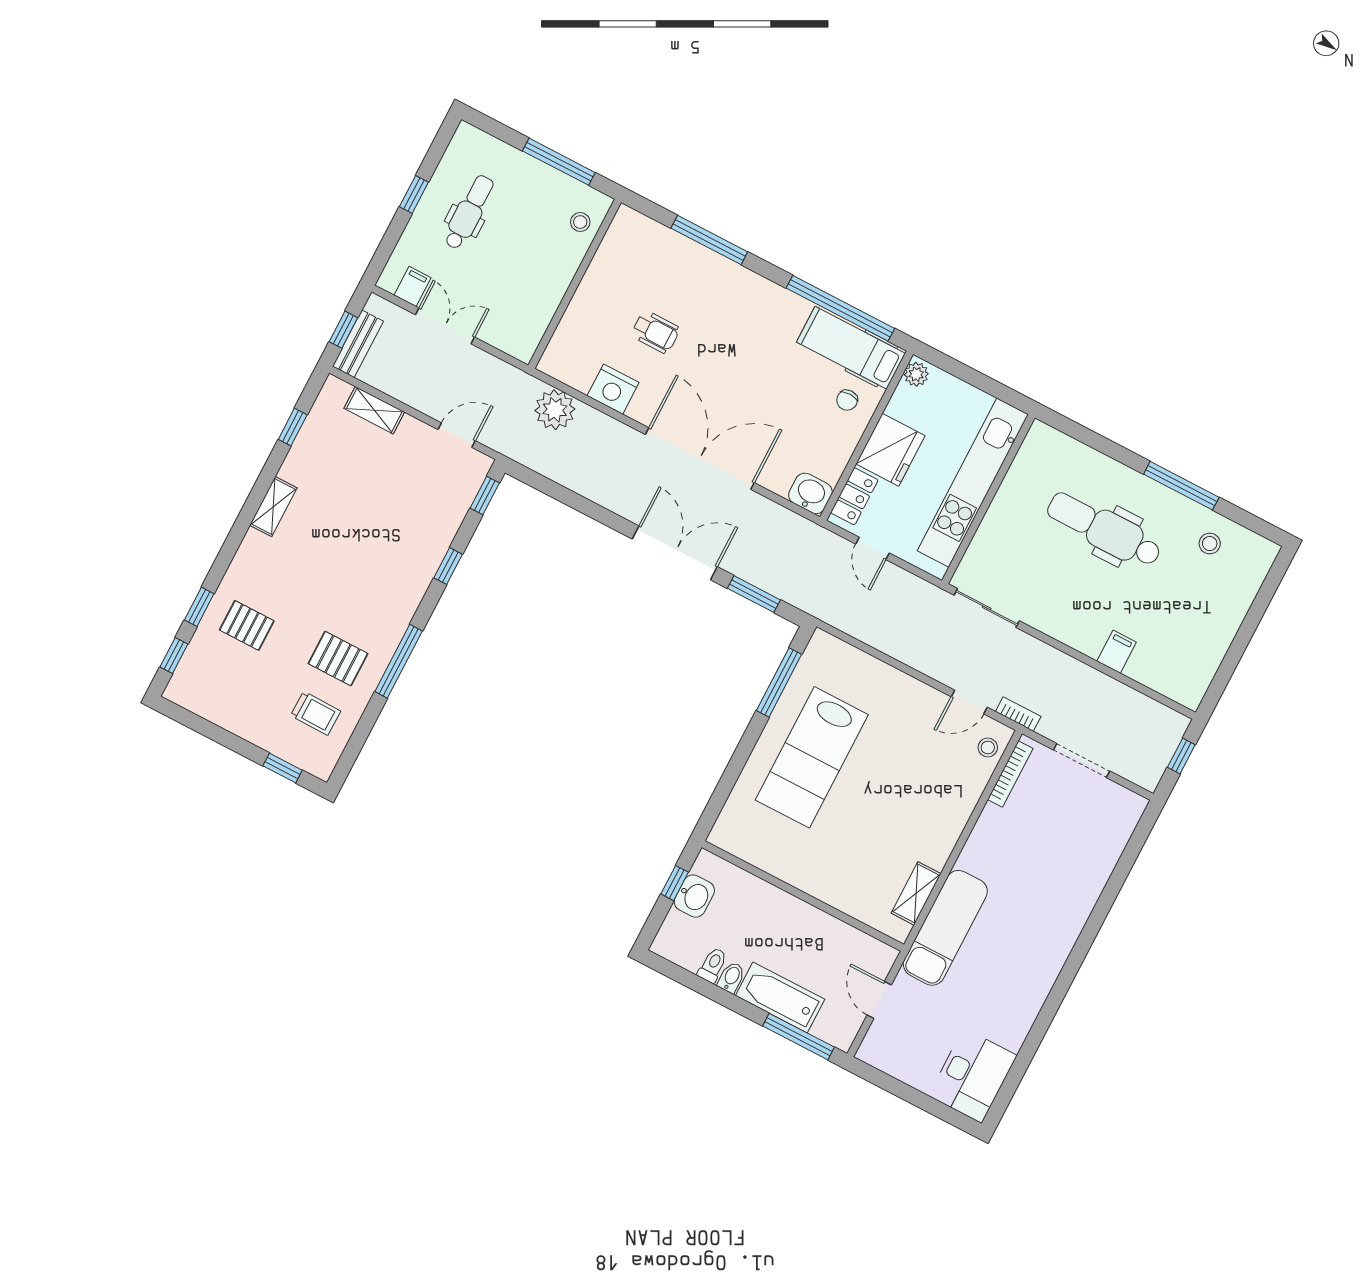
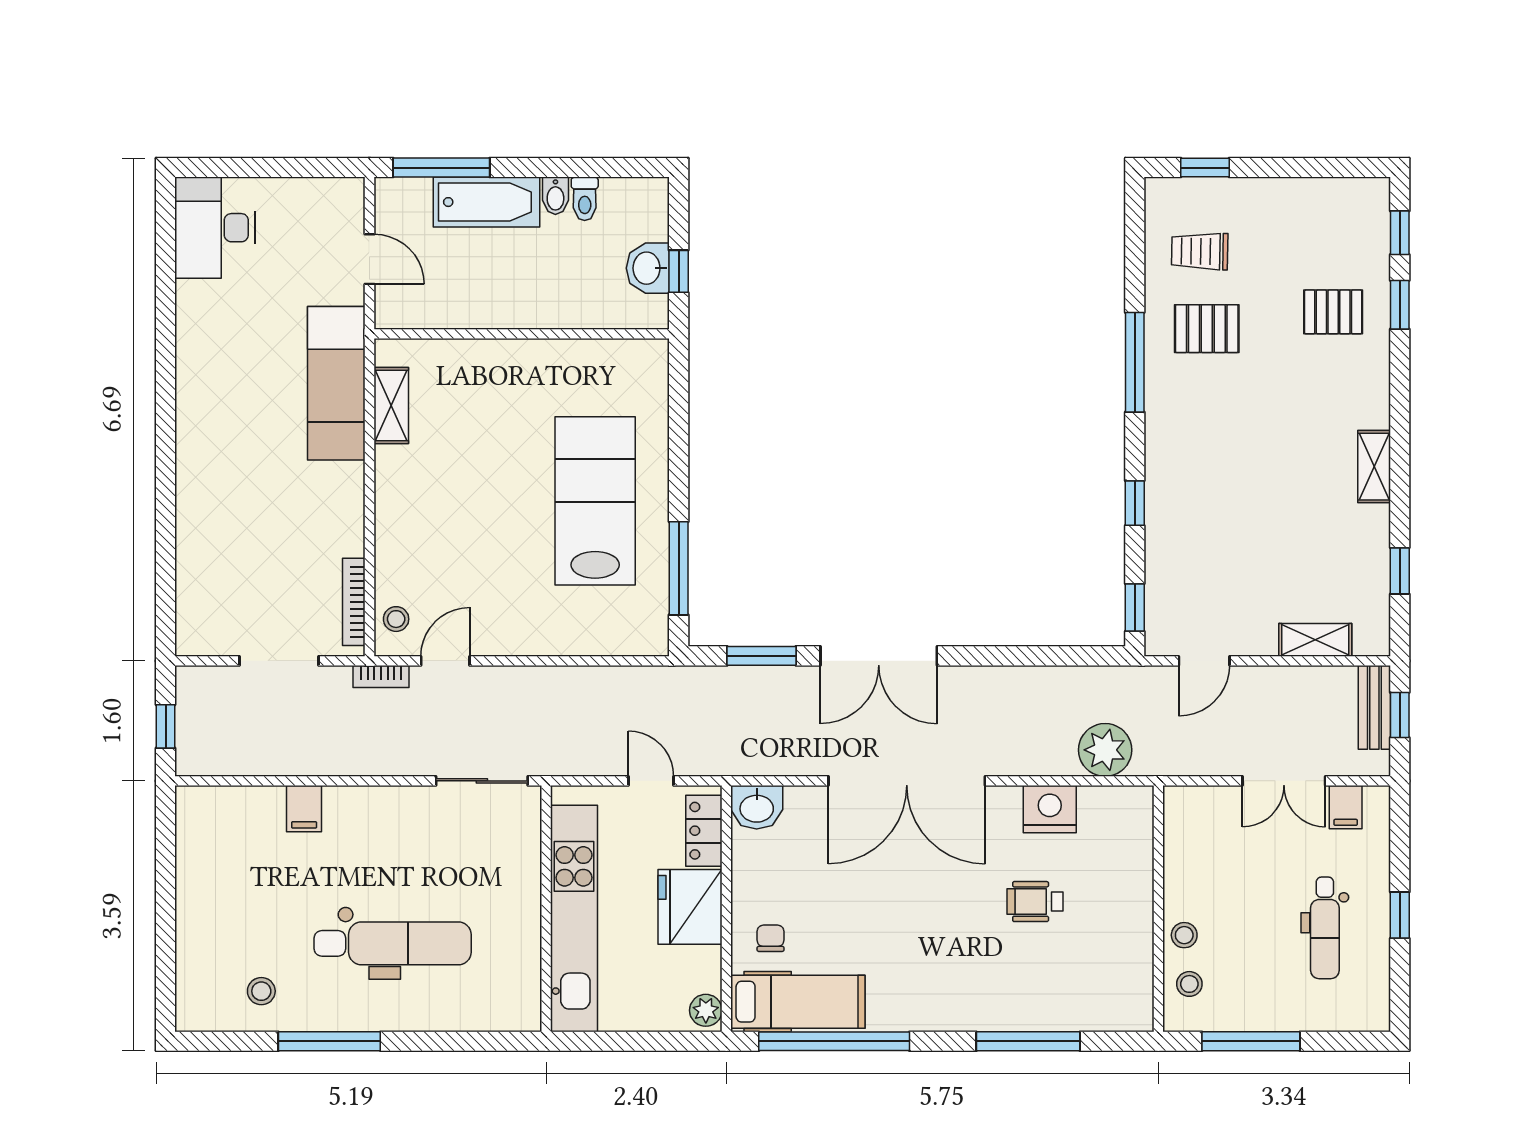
stool: (567, 257) -> (1184, 935), added

